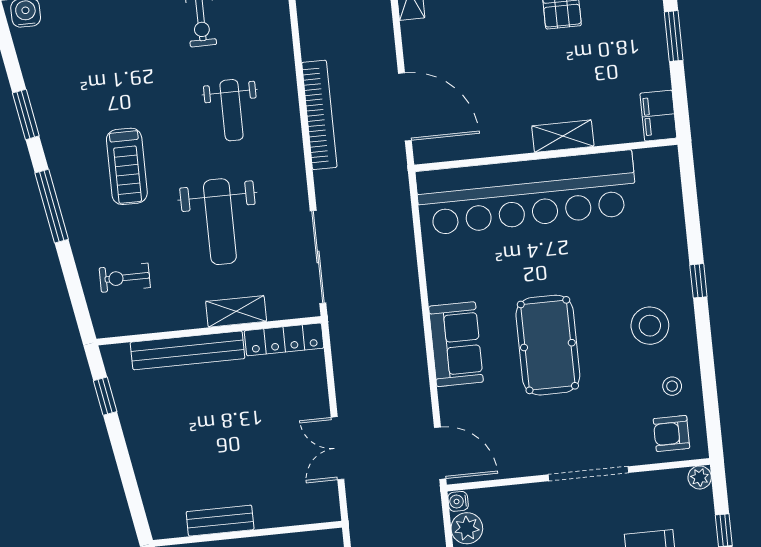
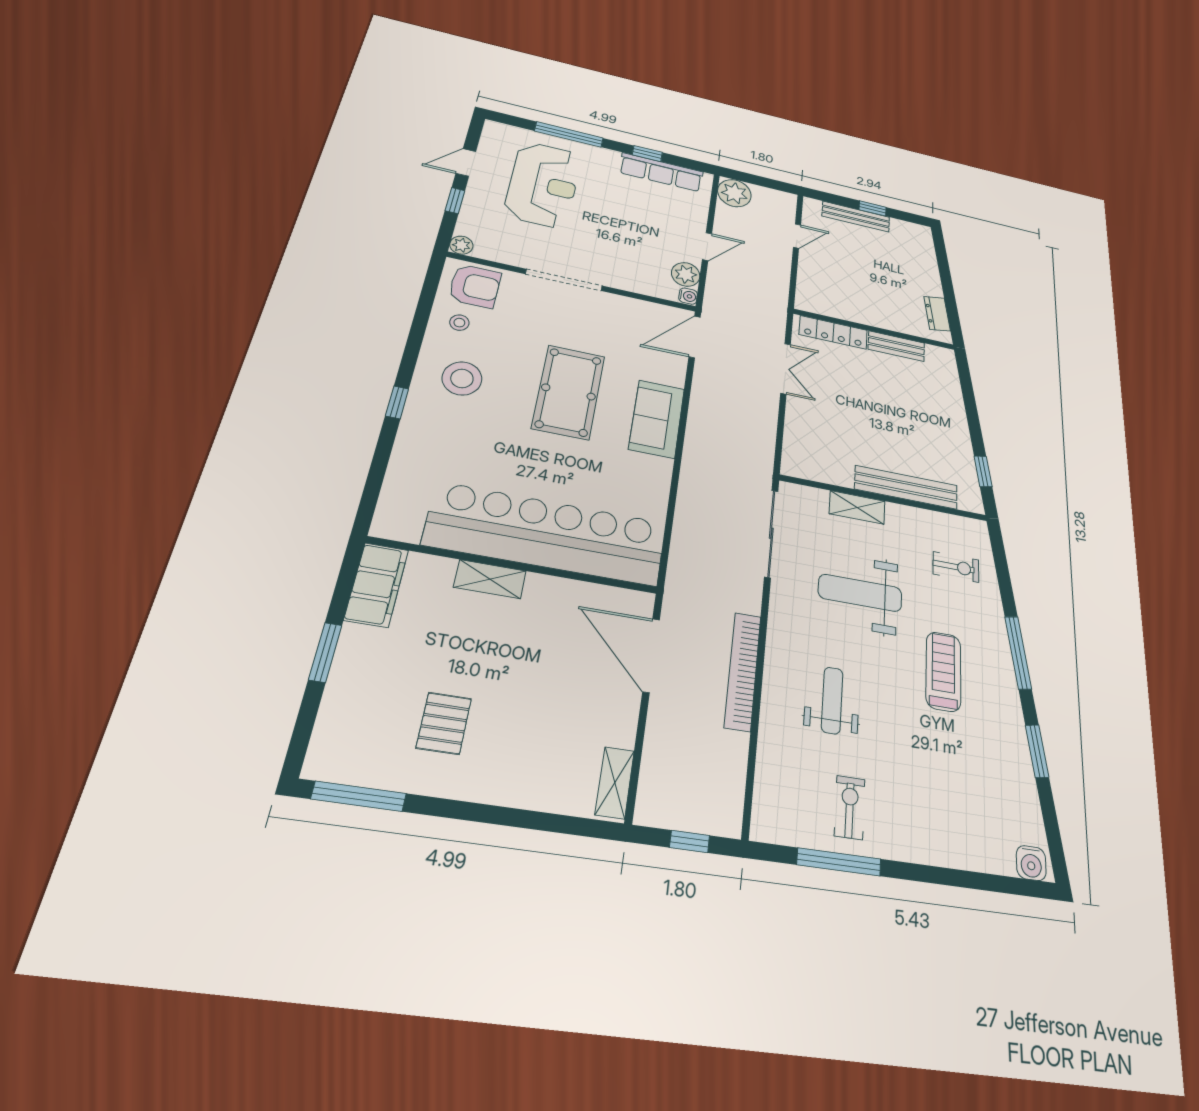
filing cabinet: (658, 116) -> (376, 585), width x1.50, depth x1.17
weight bench: (220, 222) -> (860, 593), turned -90
locker: (284, 339) -> (833, 332), moved, turned 180
armchair: (671, 433) -> (475, 286), width x1.38, depth x1.38
door: (440, 453) -> (695, 337), hinge flipped

